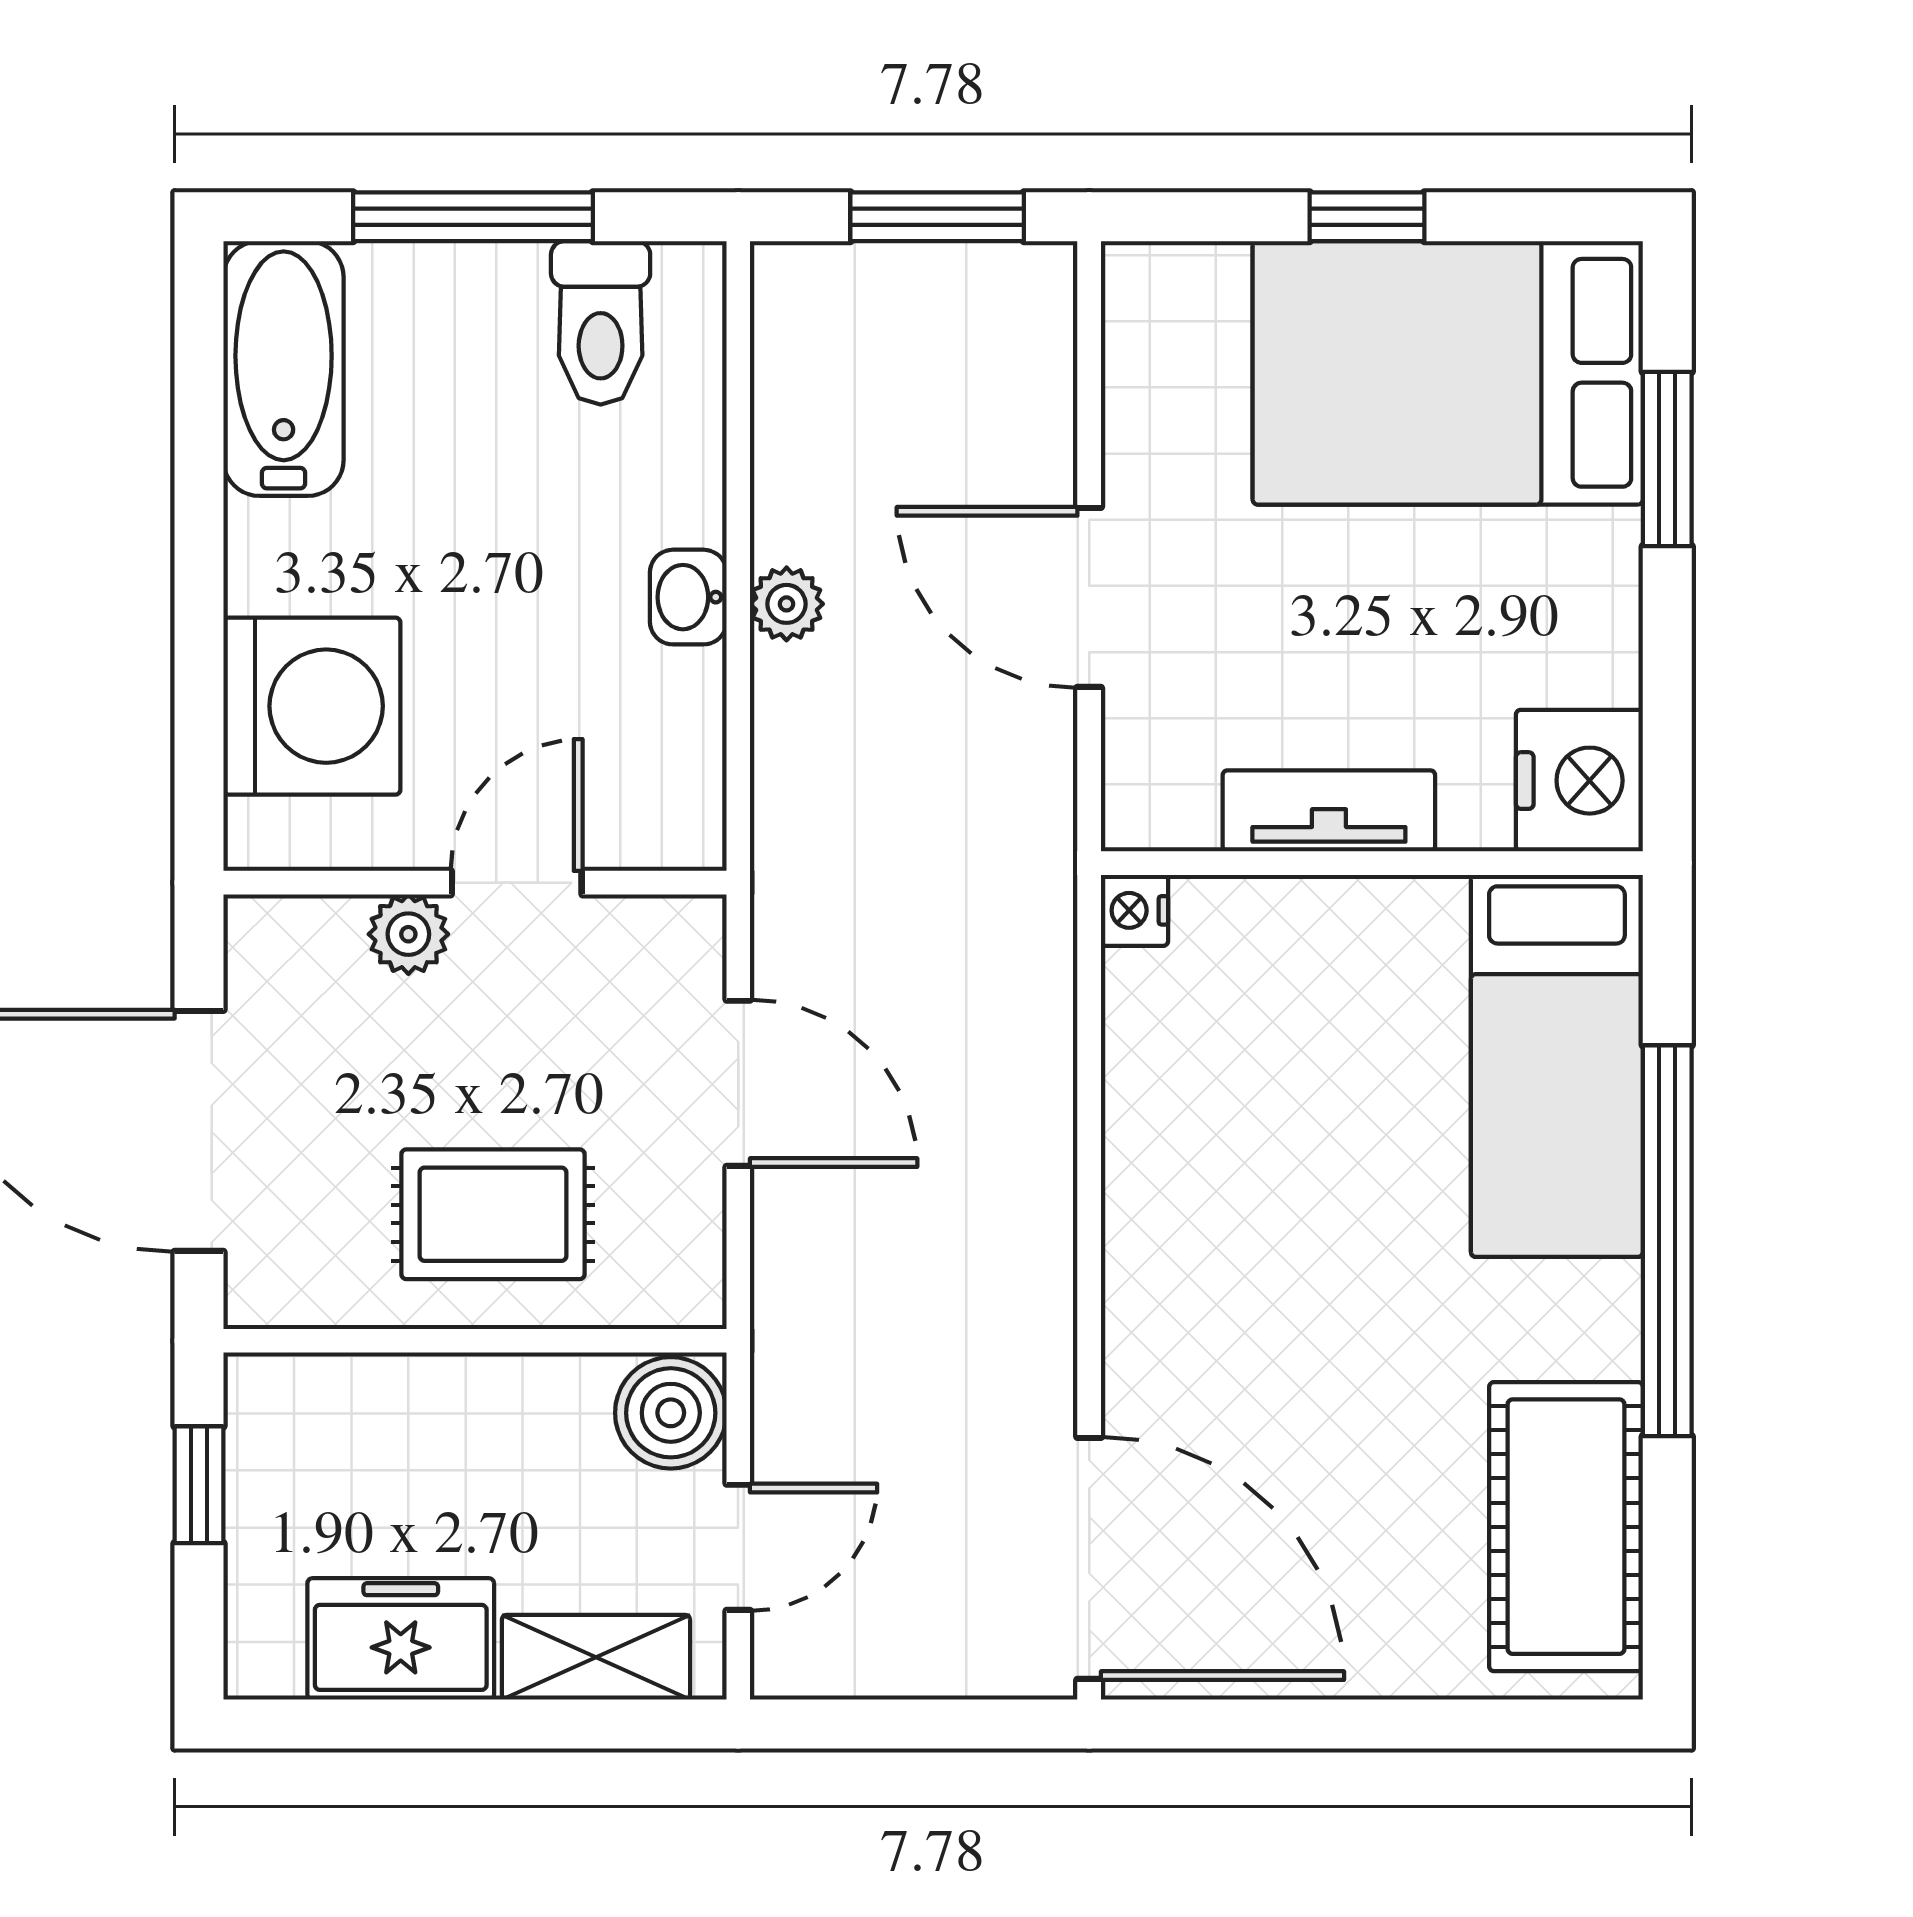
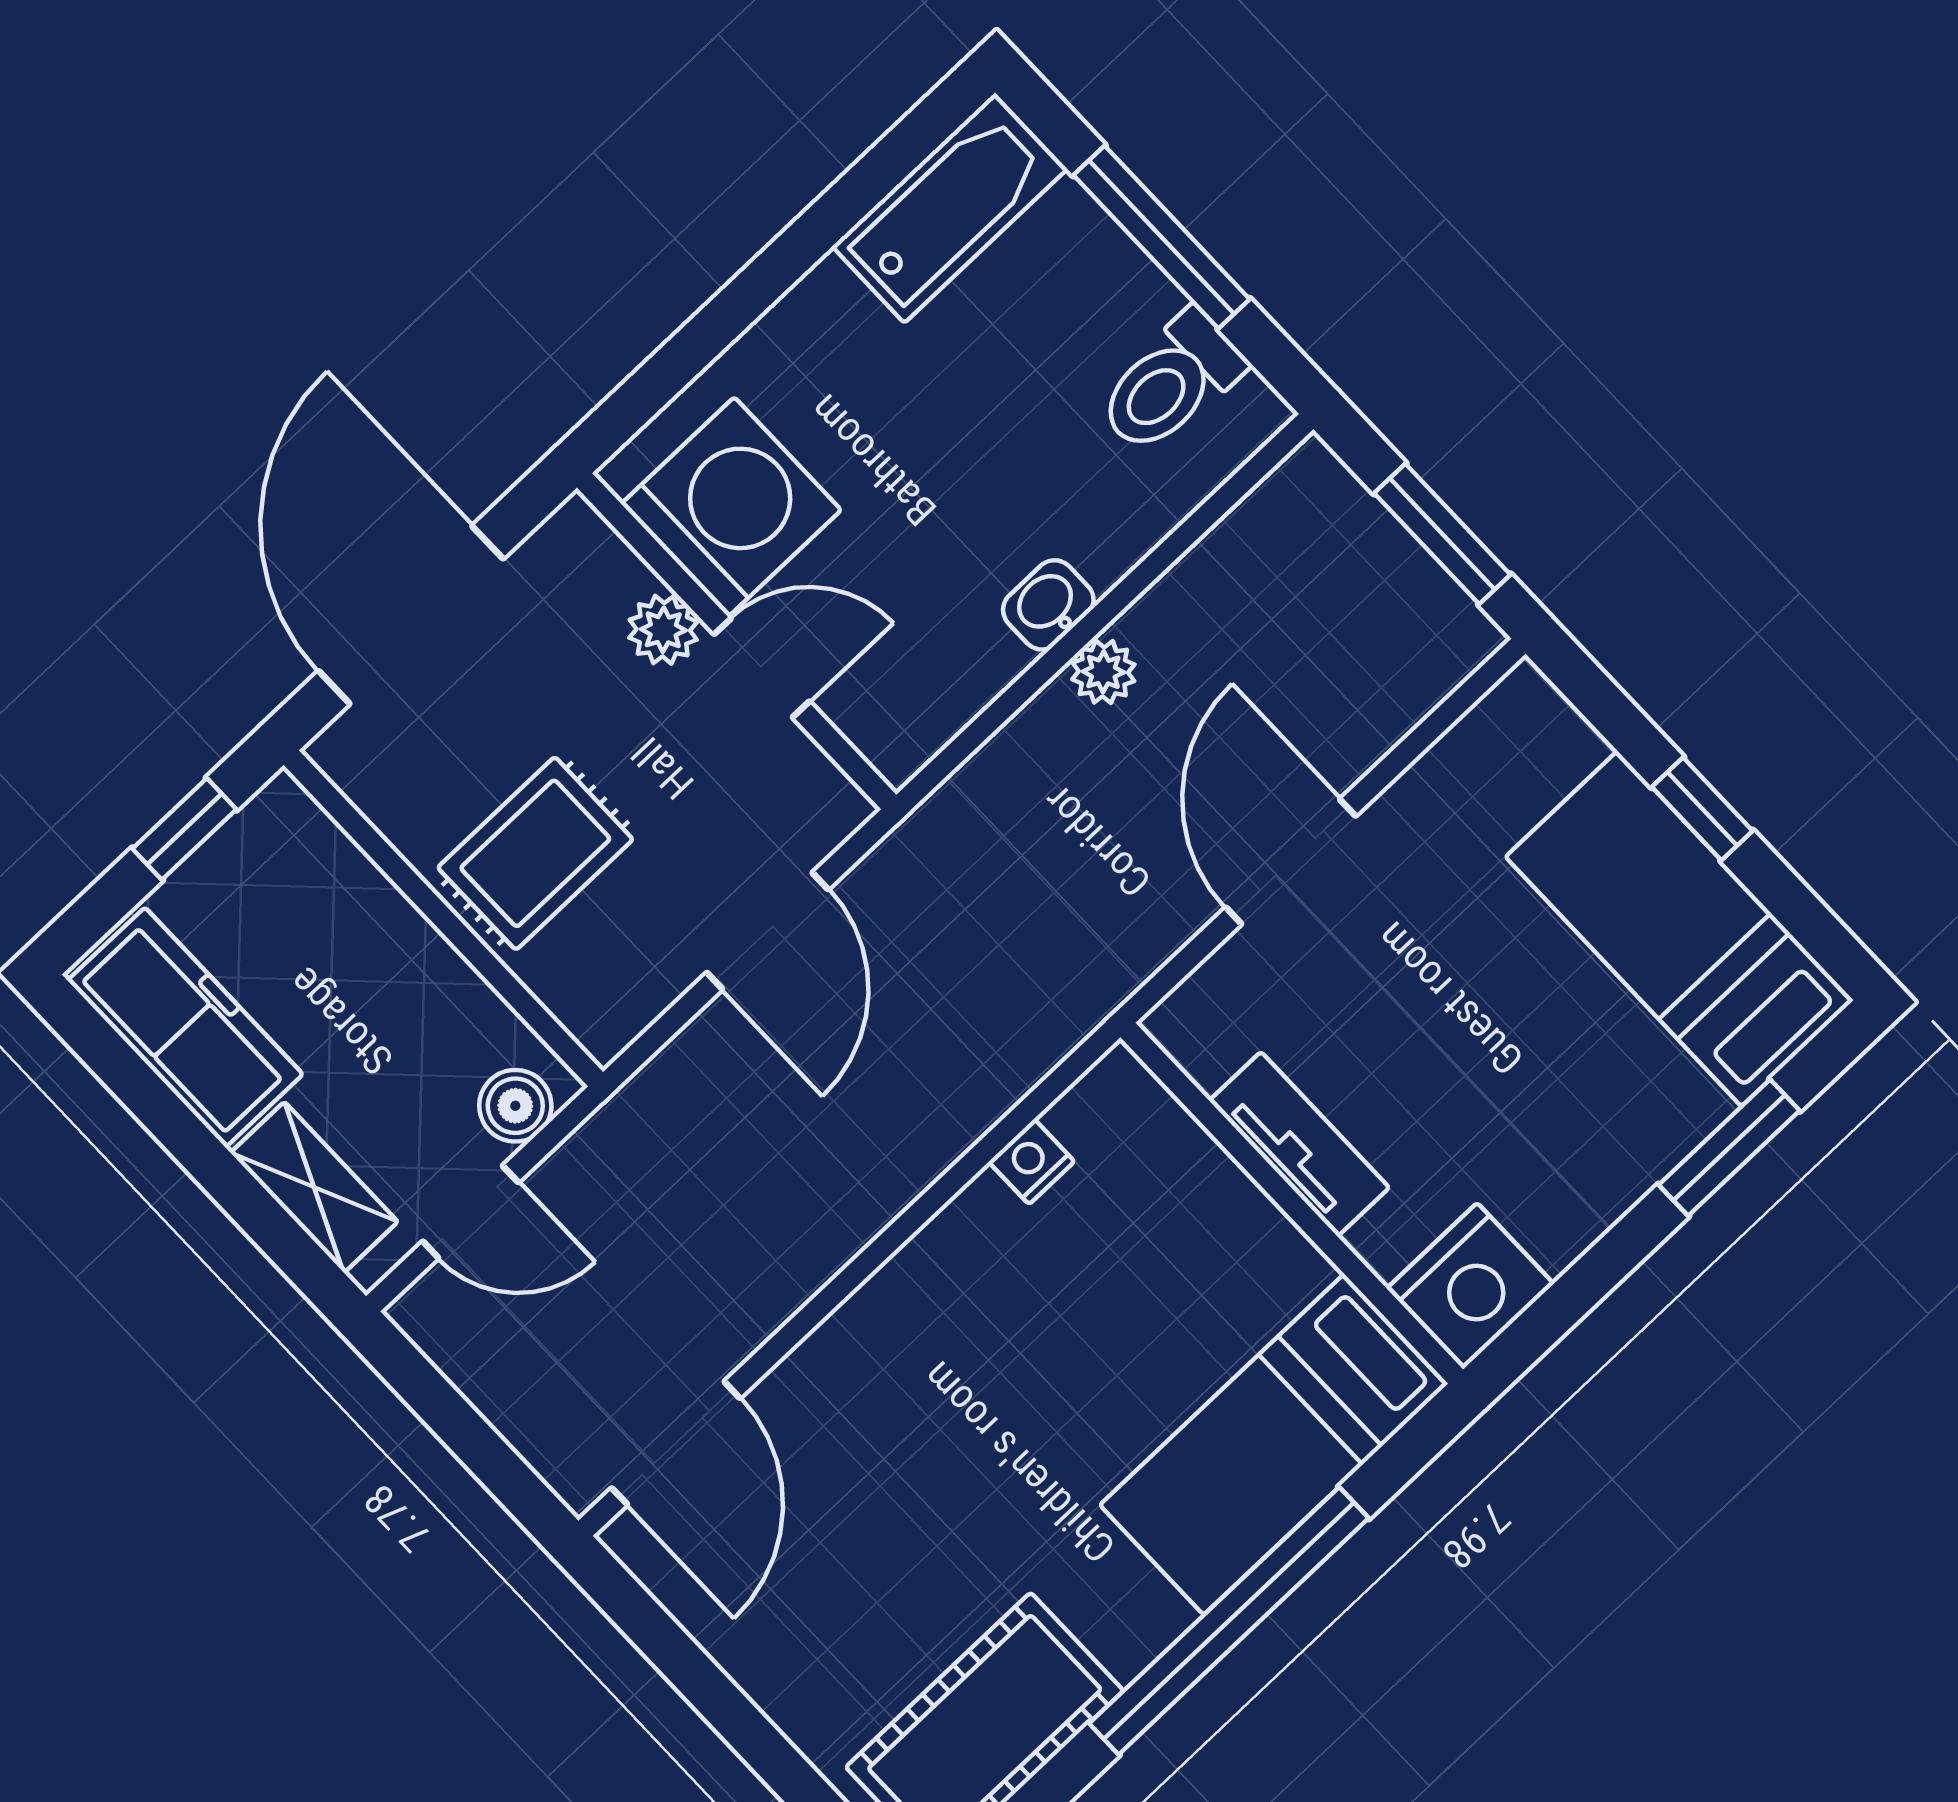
bed: (1448, 373) -> (1679, 929), width x0.67
washing machine: (312, 706) -> (731, 507), moved, turned -90
nightstand: (1134, 910) -> (1032, 1162), moved
rug: (493, 1214) -> (535, 853), turned 90
boiler: (671, 1413) -> (515, 1106), width x0.73, depth x0.73
door: (1089, 1558) -> (676, 1443), width x0.73
freezer: (401, 1639) -> (185, 1027), width x1.40

